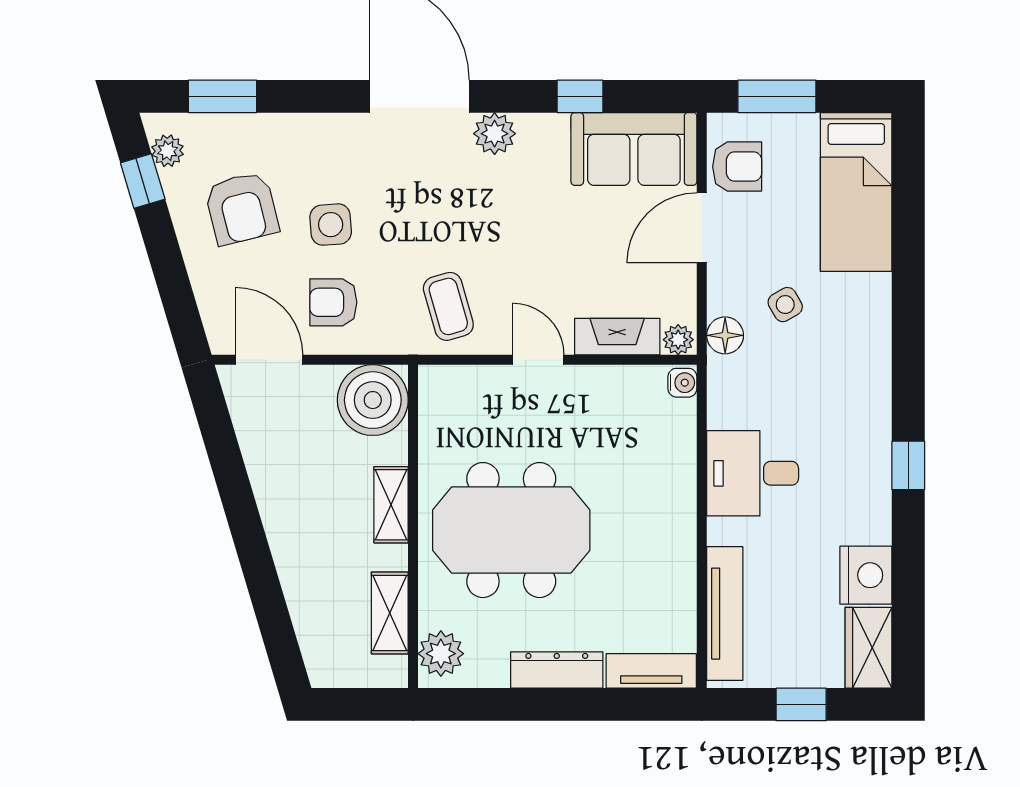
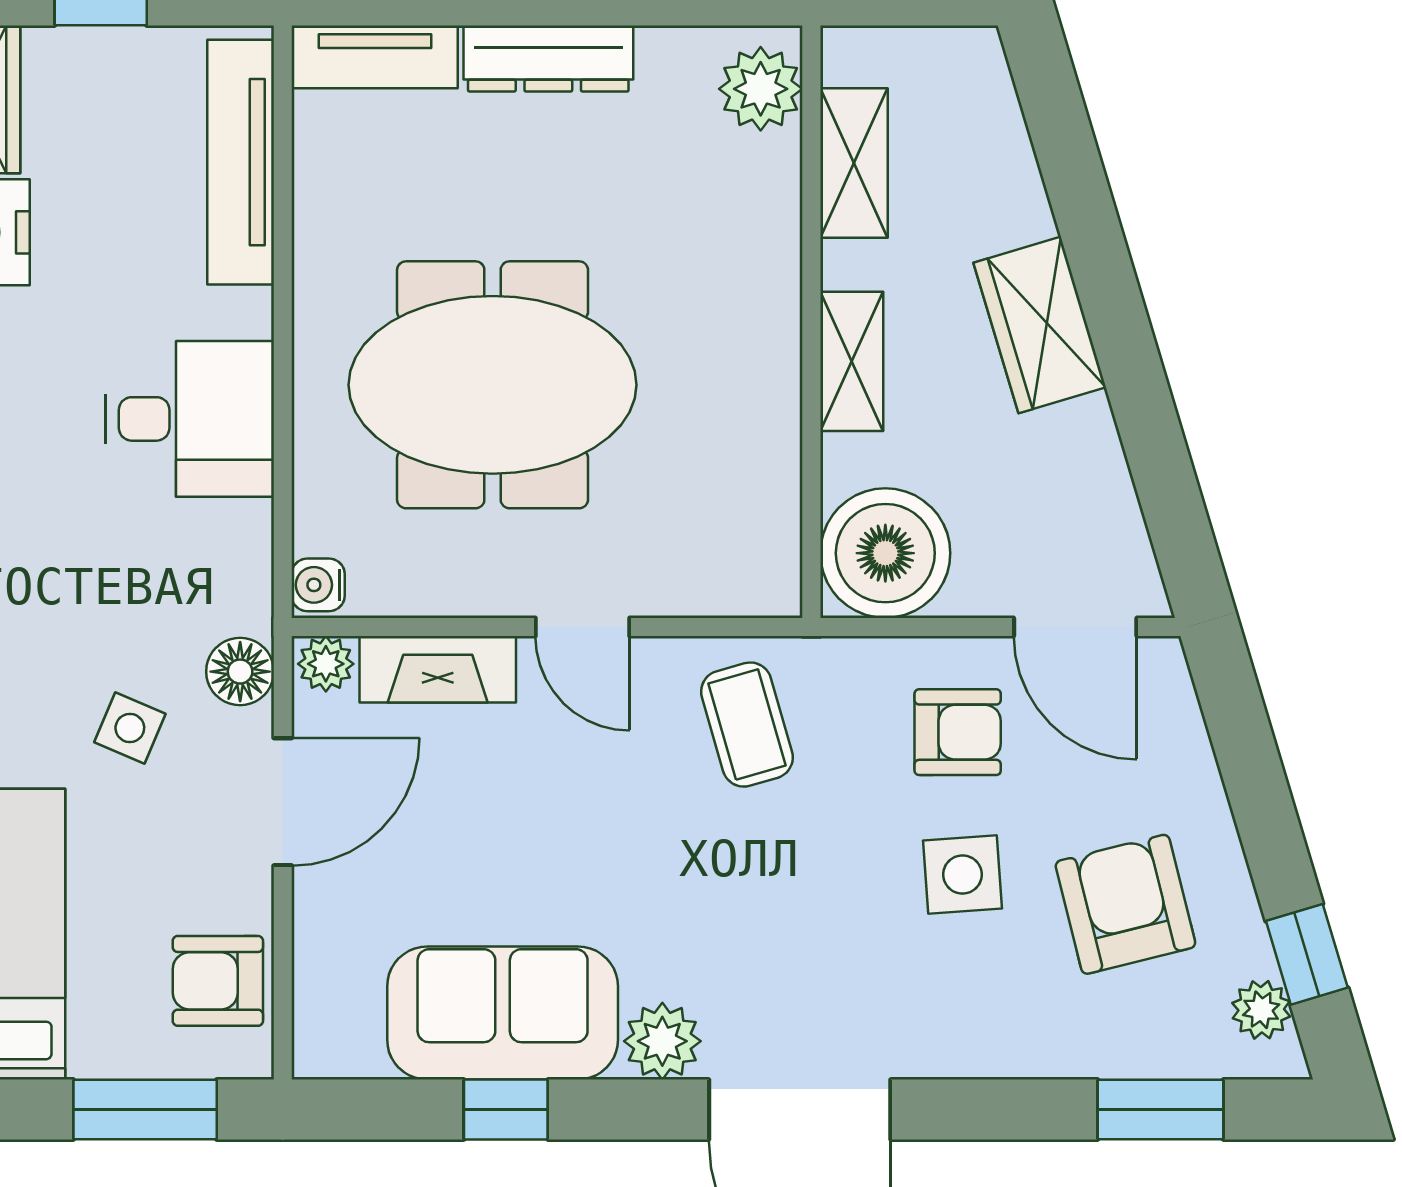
sofa: (634, 149) -> (503, 1013), moved
door: (702, 228) -> (283, 802), moved
side table: (785, 305) -> (130, 728), turned -37
wardrobe: (288, 525) -> (1040, 325), added
meeting table: (511, 530) -> (493, 385), moved

